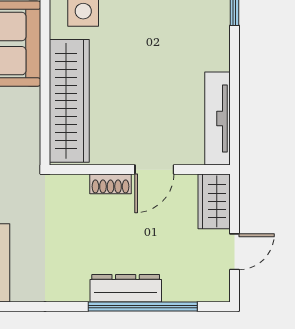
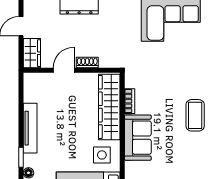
bookcase: (31, 112) -> (130, 101), added
tv unit: (217, 118) -> (30, 128), moved

